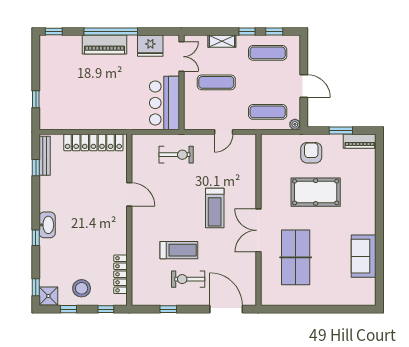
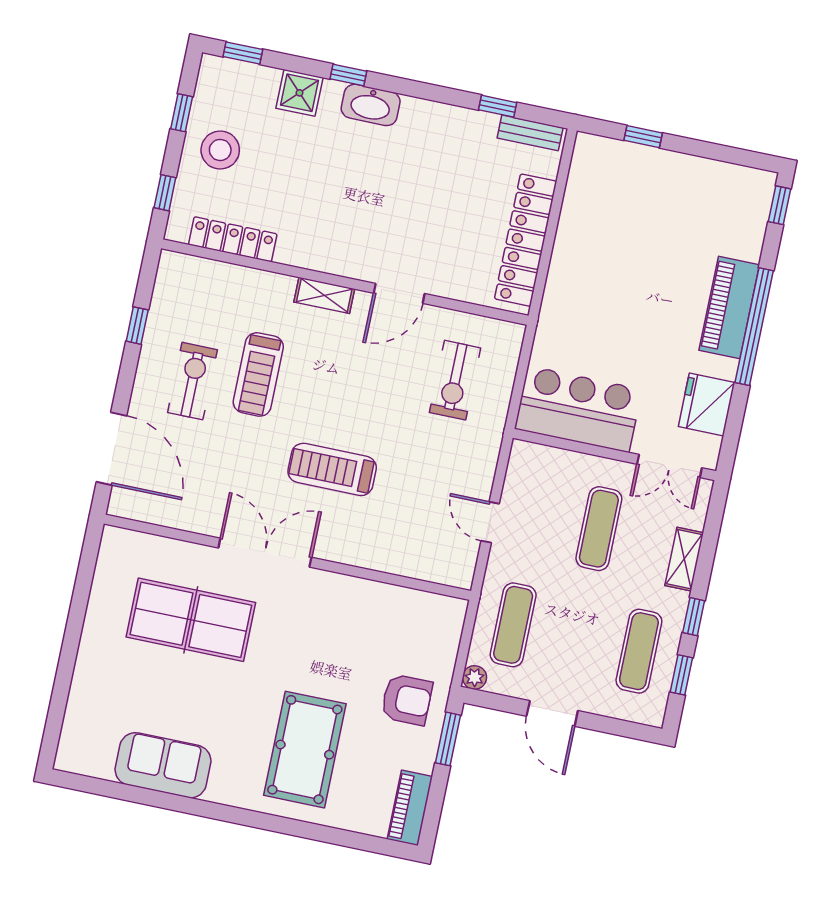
door: (304, 86) -> (552, 713), hinge flipped
window: (341, 130) -> (448, 739), moved
exercise bike: (176, 155) -> (455, 380), moved
bench: (45, 156) -> (530, 133), width x0.73
pool table: (316, 192) -> (305, 750), moved
shelving: (137, 228) -> (324, 295), added
shower: (48, 296) -> (300, 93), moved
door: (226, 309) -> (111, 449), hinge flipped

